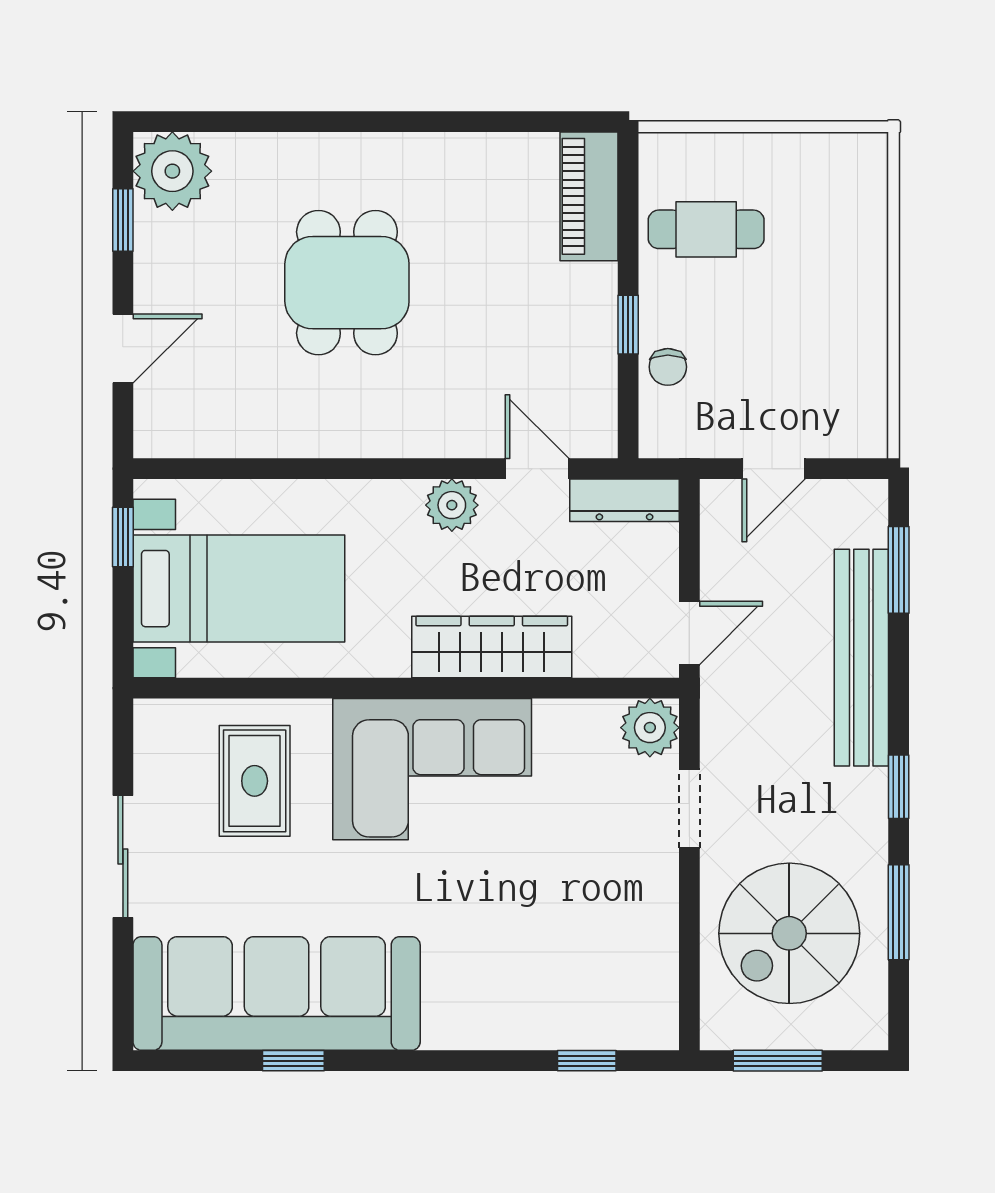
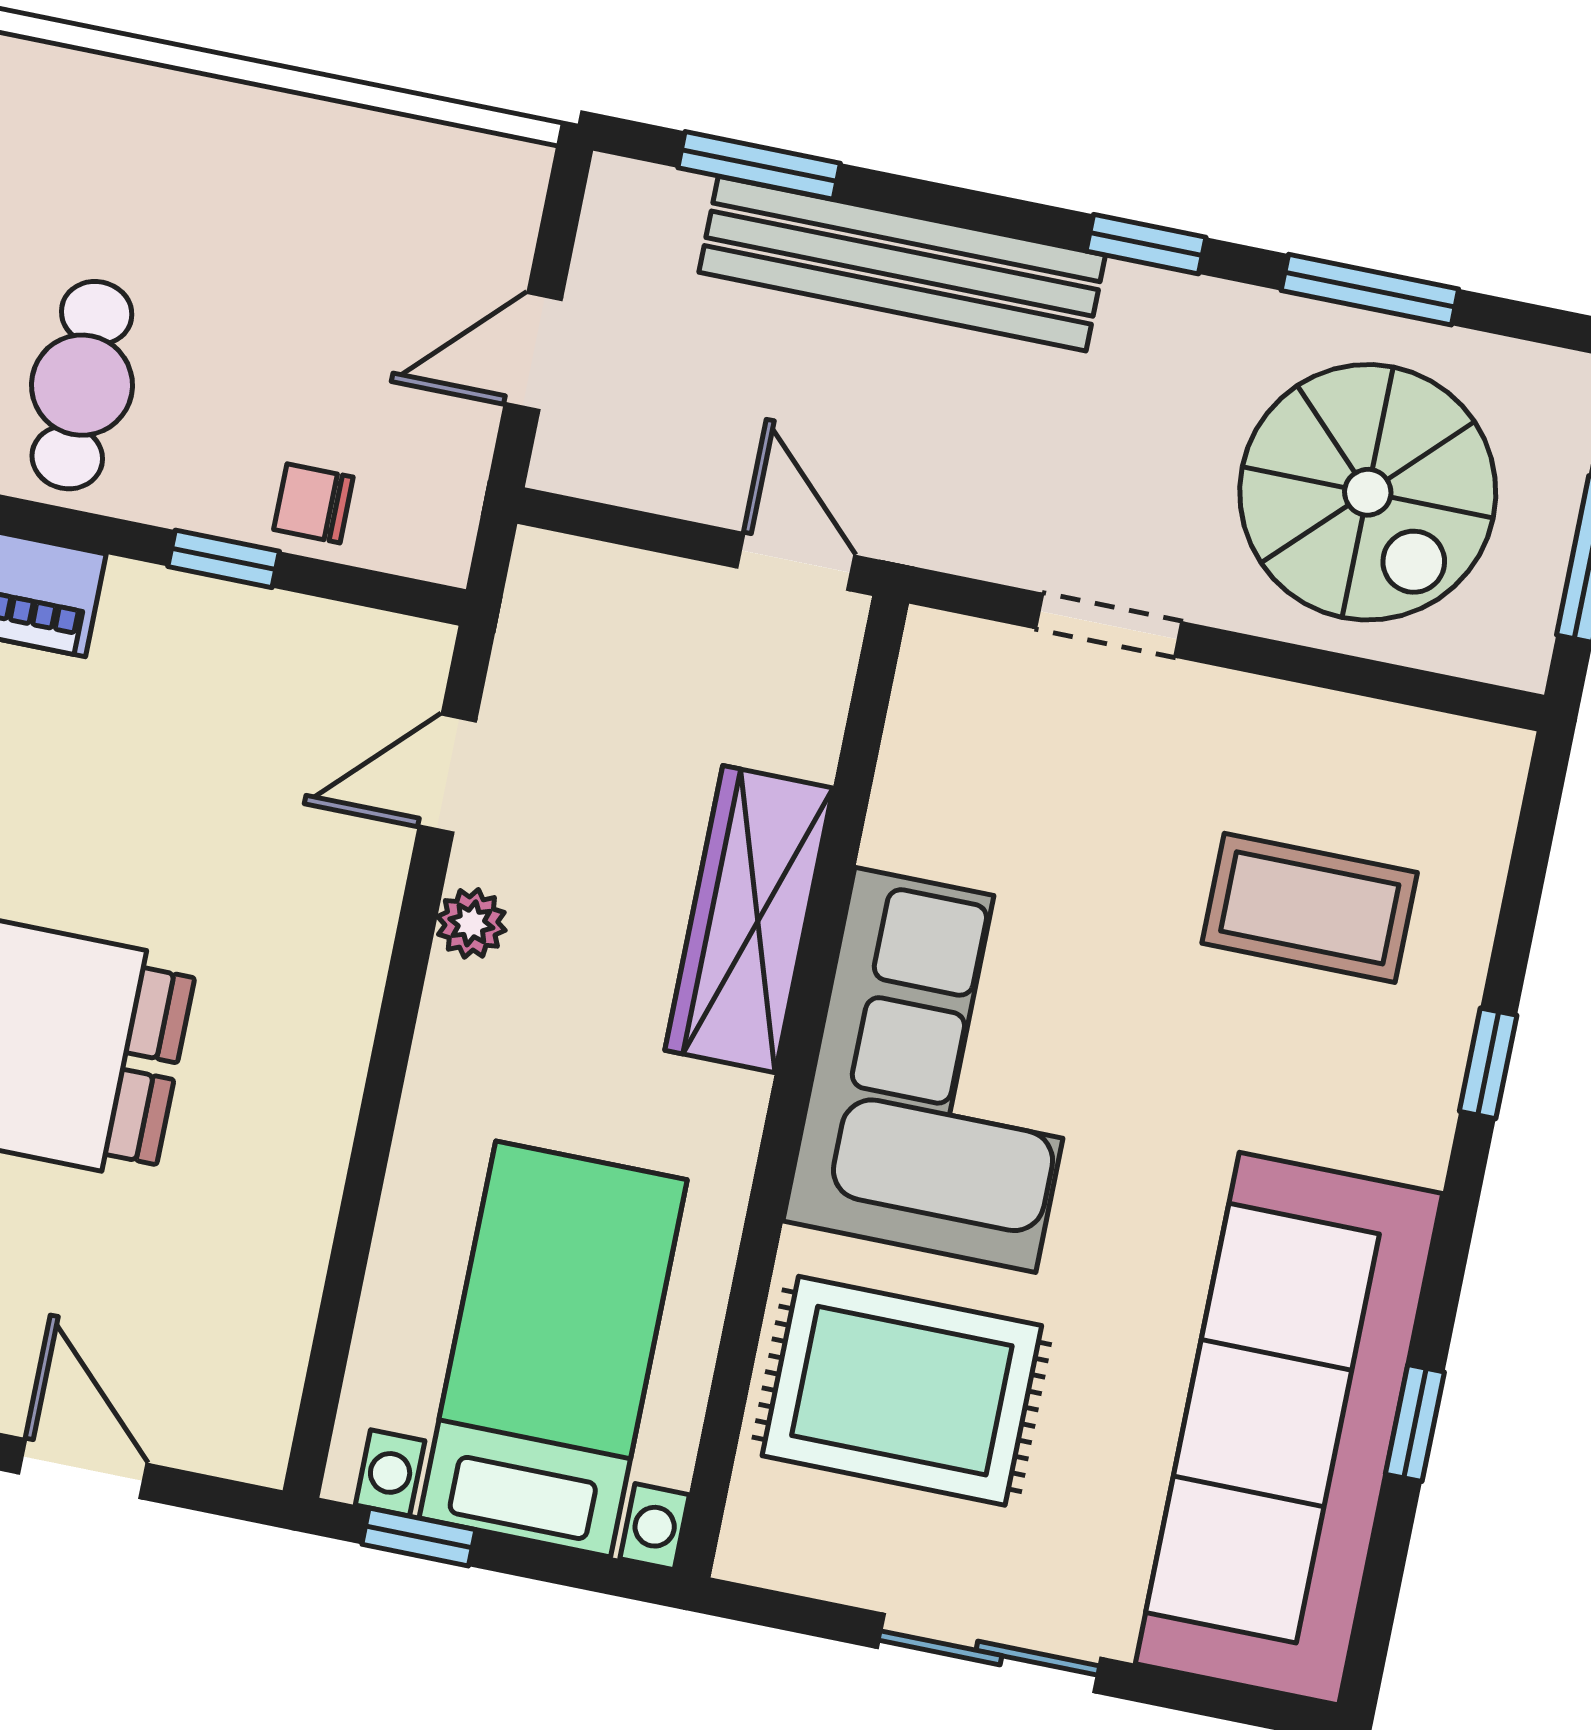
chair: (668, 367) -> (313, 503), turned 180
door: (774, 469) -> (533, 352), swing flipped
dresser: (625, 500) -> (536, 629), removed
plant: (452, 505) -> (471, 923), width x0.73, depth x0.73
plant: (650, 728) -> (950, 666), removed
rug: (255, 781) -> (902, 1391), width x1.36, depth x1.43
coffee table: (559, 948) -> (1310, 908), added
window: (587, 1061) -> (1488, 1063), moved

